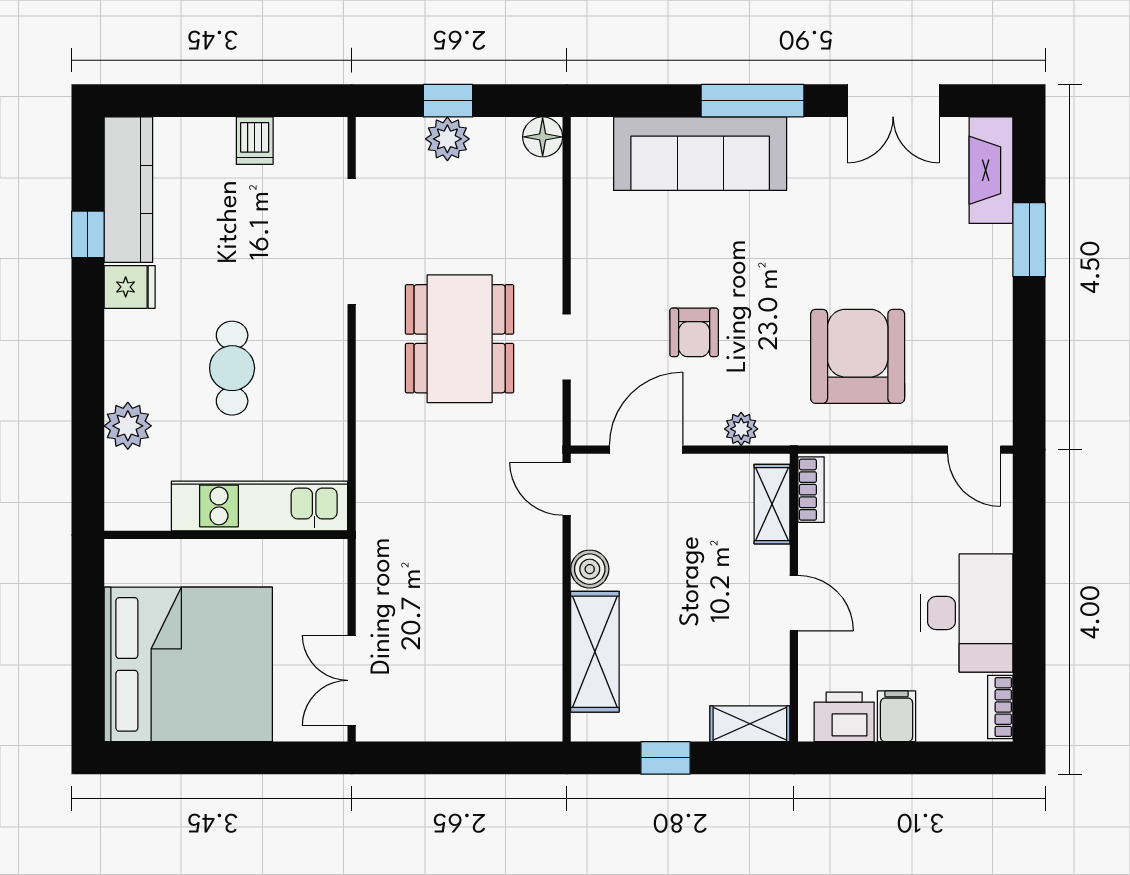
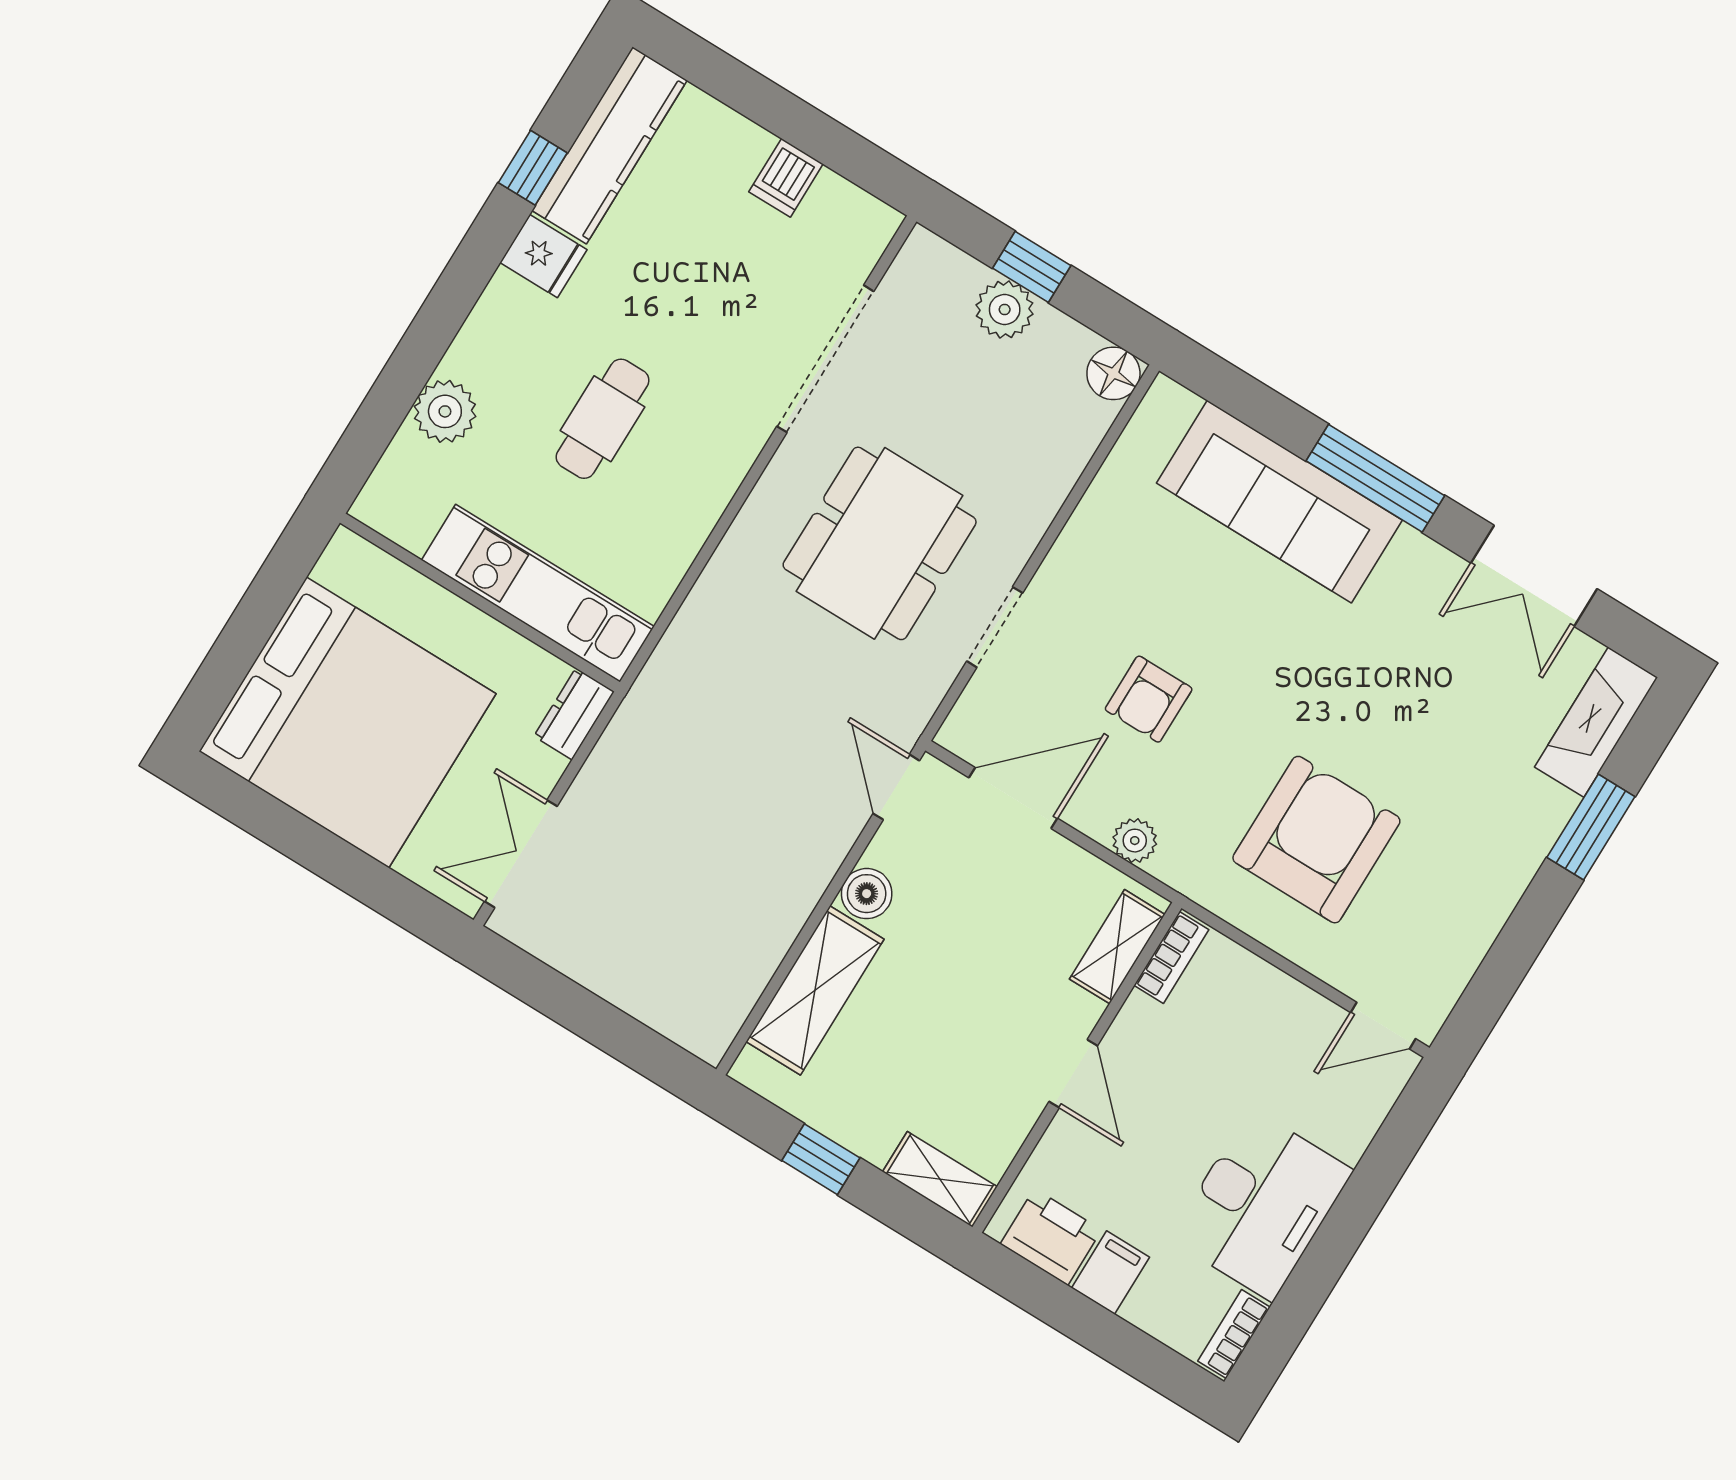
door: (974, 450) -> (1383, 1026), hinge flipped
dresser: (330, 569) -> (574, 714), added

